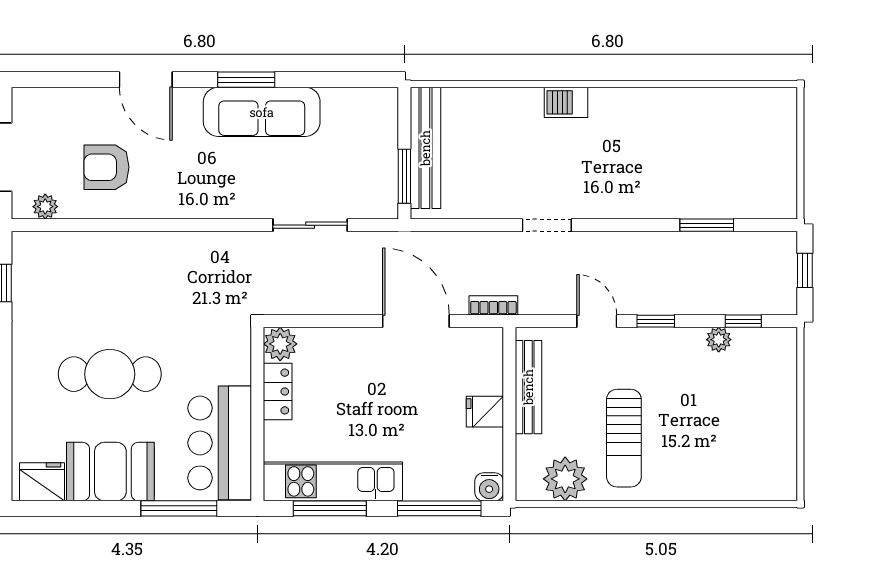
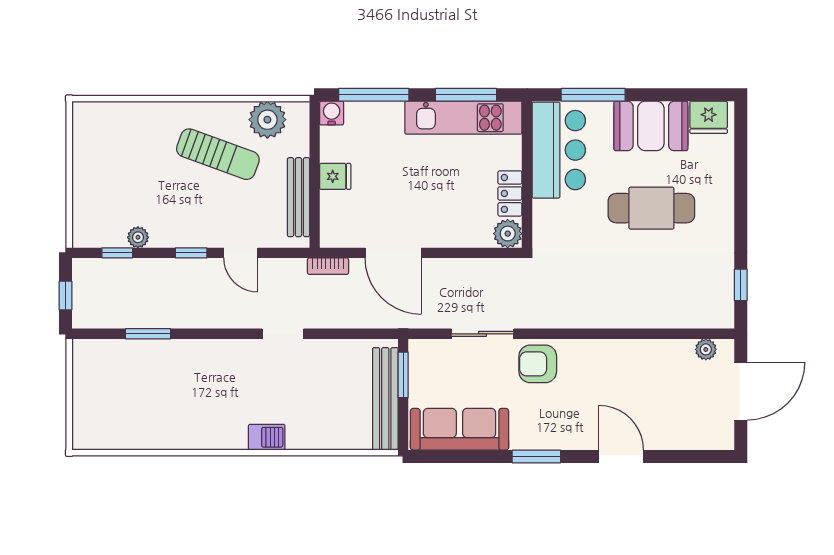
sofa: (262, 112) -> (459, 429), moved
armchair: (106, 167) -> (538, 364), moved, turned 180
sun lounger: (624, 438) -> (218, 154), turned 110

